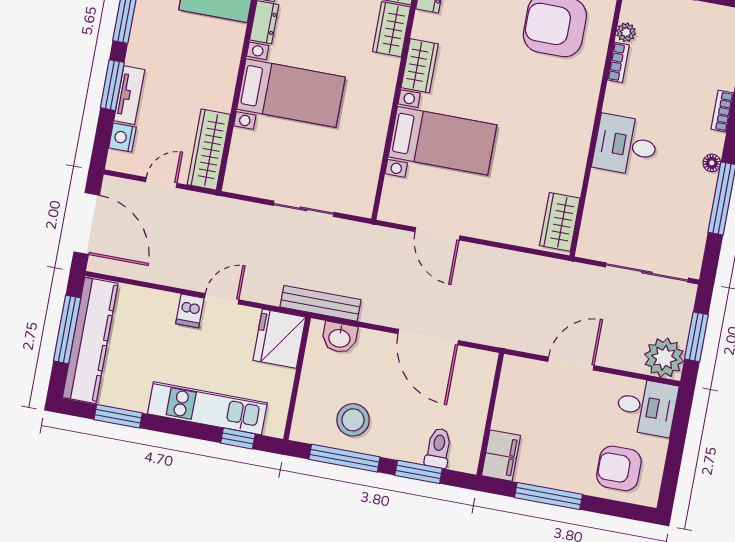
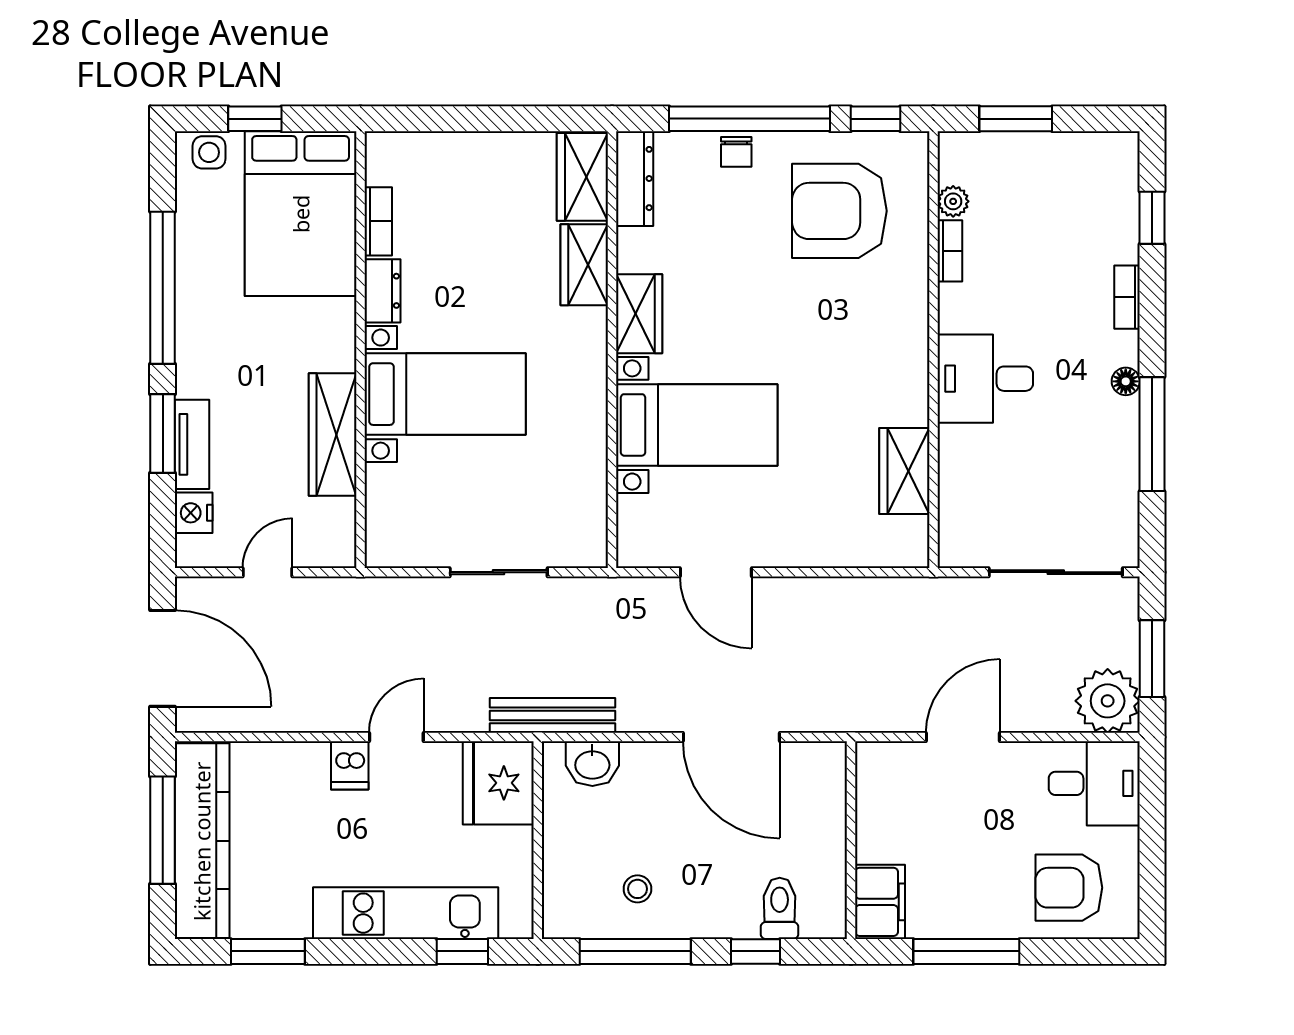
wardrobe: (209, 150) -> (333, 435), moved
wardrobe: (560, 222) -> (904, 471), moved
stool: (353, 420) -> (637, 889), width x0.53, depth x0.53
window: (419, 472) -> (756, 951), width x0.67

